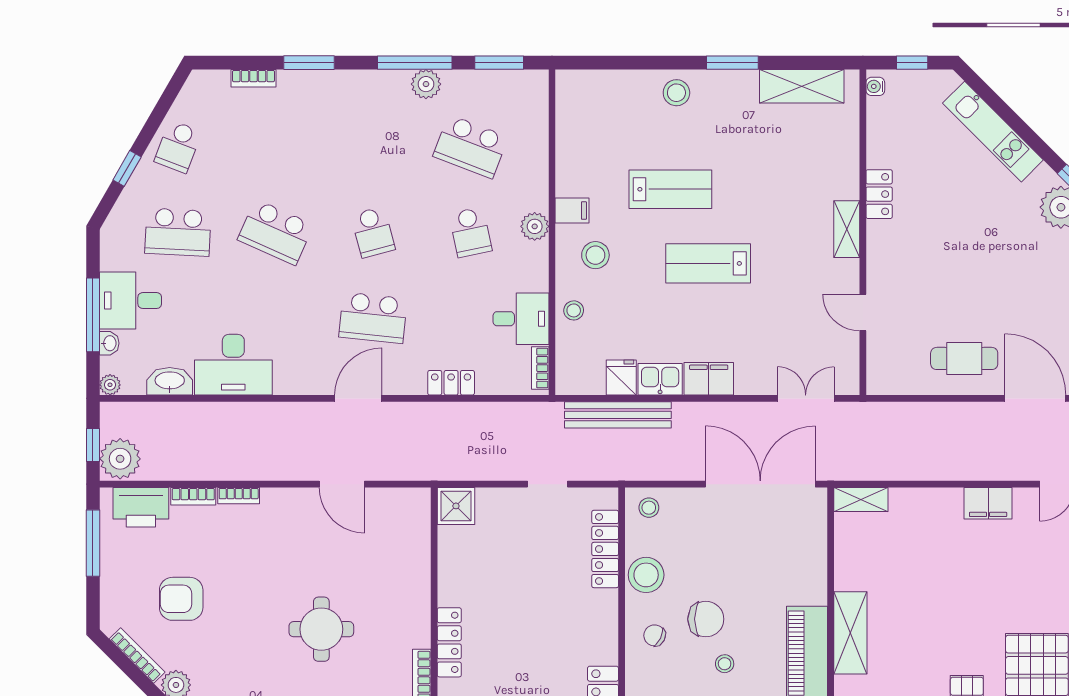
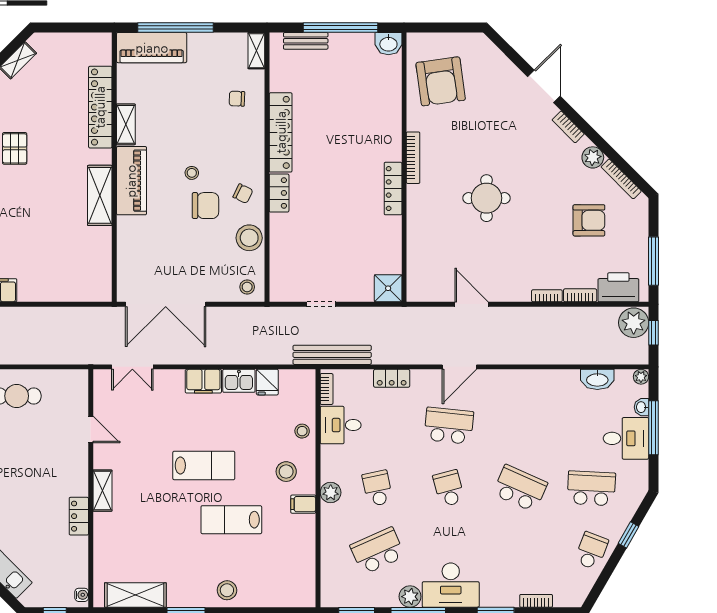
school desk: (470, 147) -> (377, 551), turned -45
desk: (233, 365) -> (451, 585), moved, turned 180
bench: (618, 415) -> (332, 355), moved
shelving: (861, 499) -> (92, 293), removed
locker: (605, 549) -> (279, 193), moved, width x0.66
chair: (706, 619) -> (205, 206), turned 180

